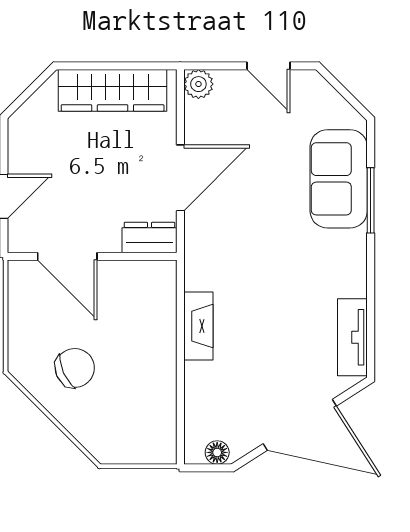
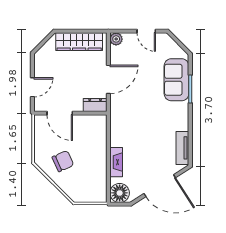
fireplace: (198, 326) -> (116, 162), moved
floor lamp: (217, 452) -> (120, 193), width x1.89, depth x1.89

